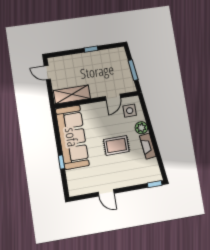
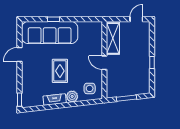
door: (113, 97) -> (104, 63), moved
sofa: (72, 137) -> (50, 33), moved

